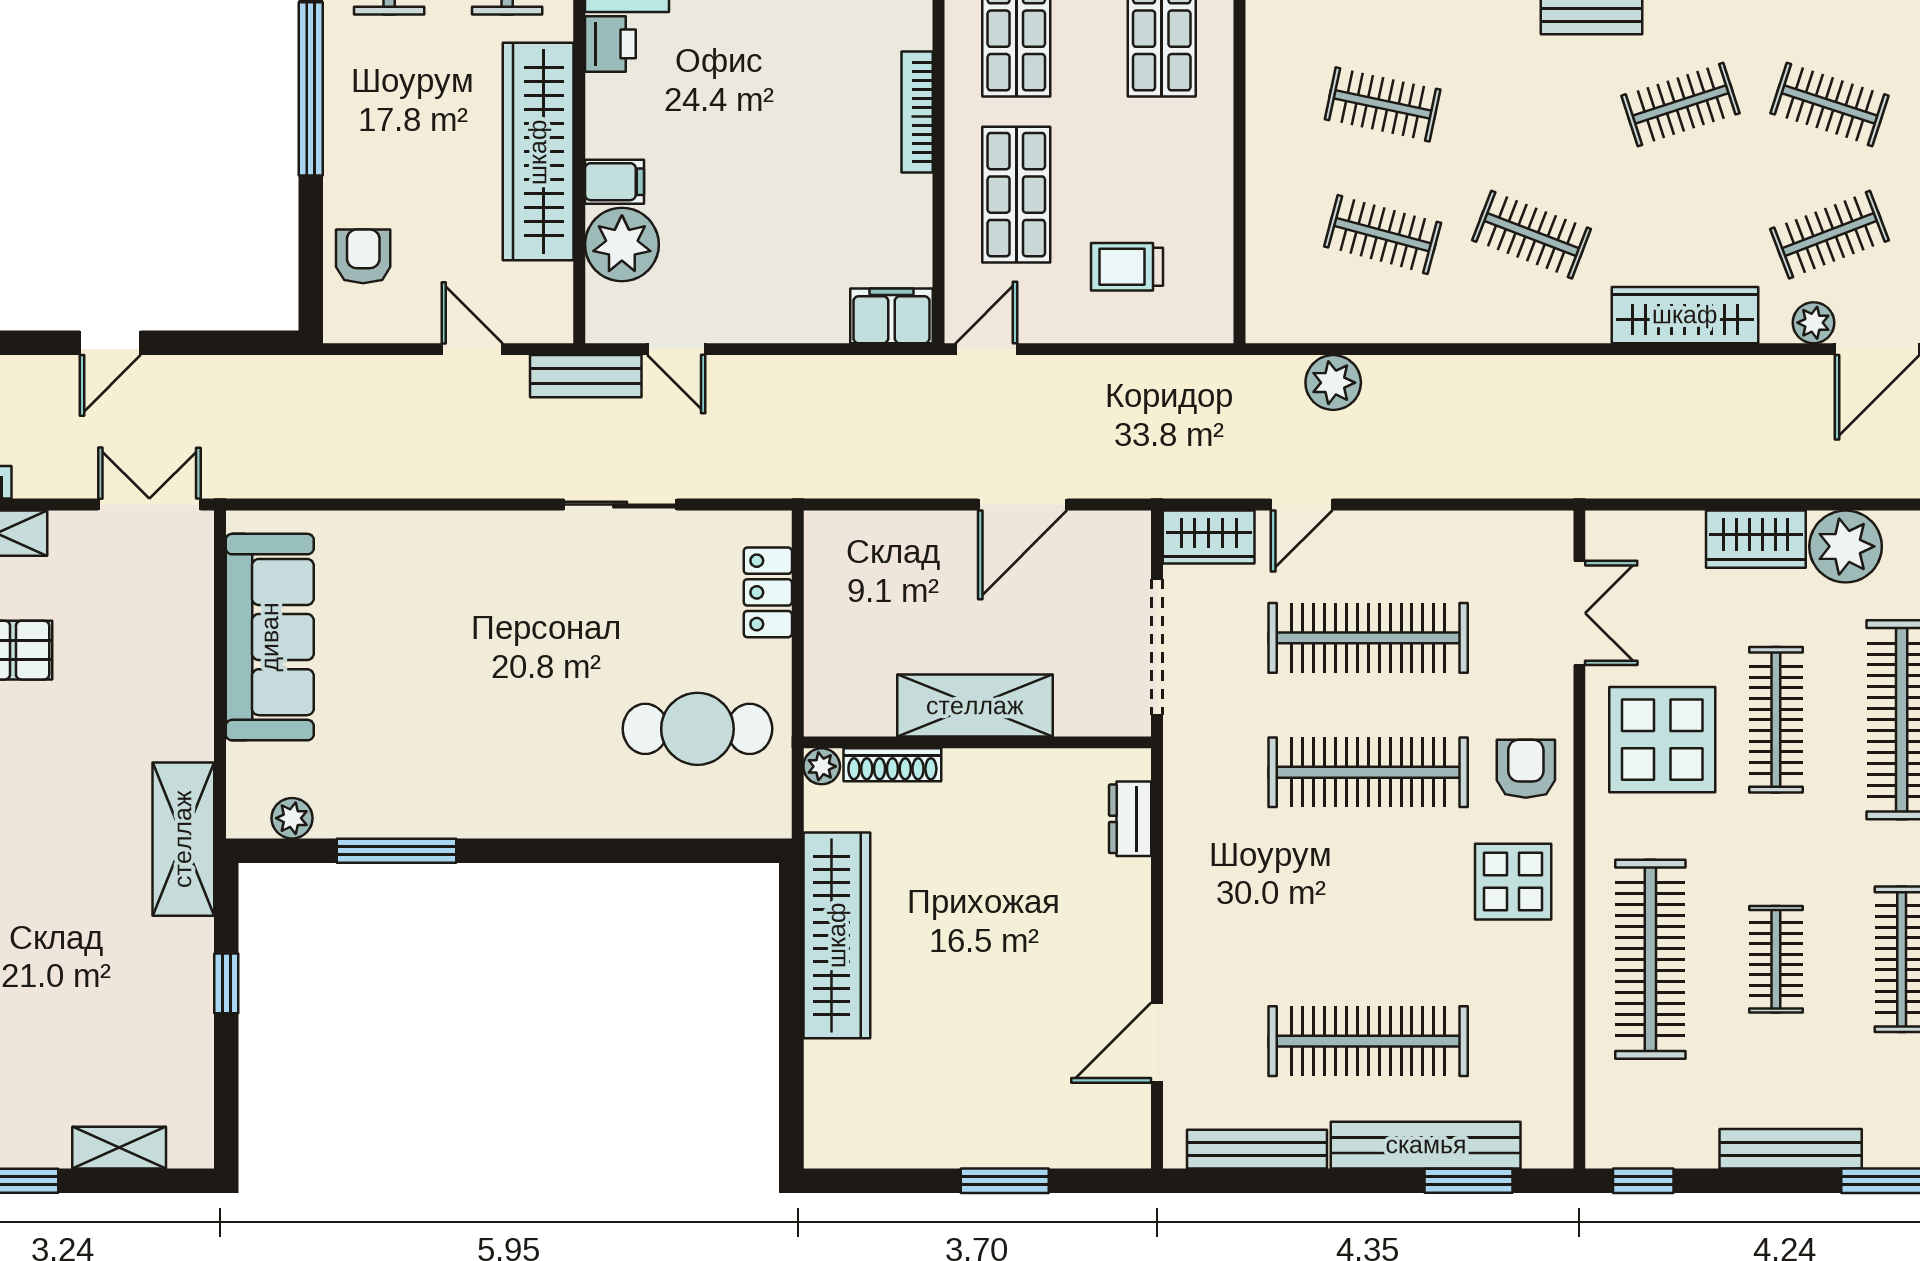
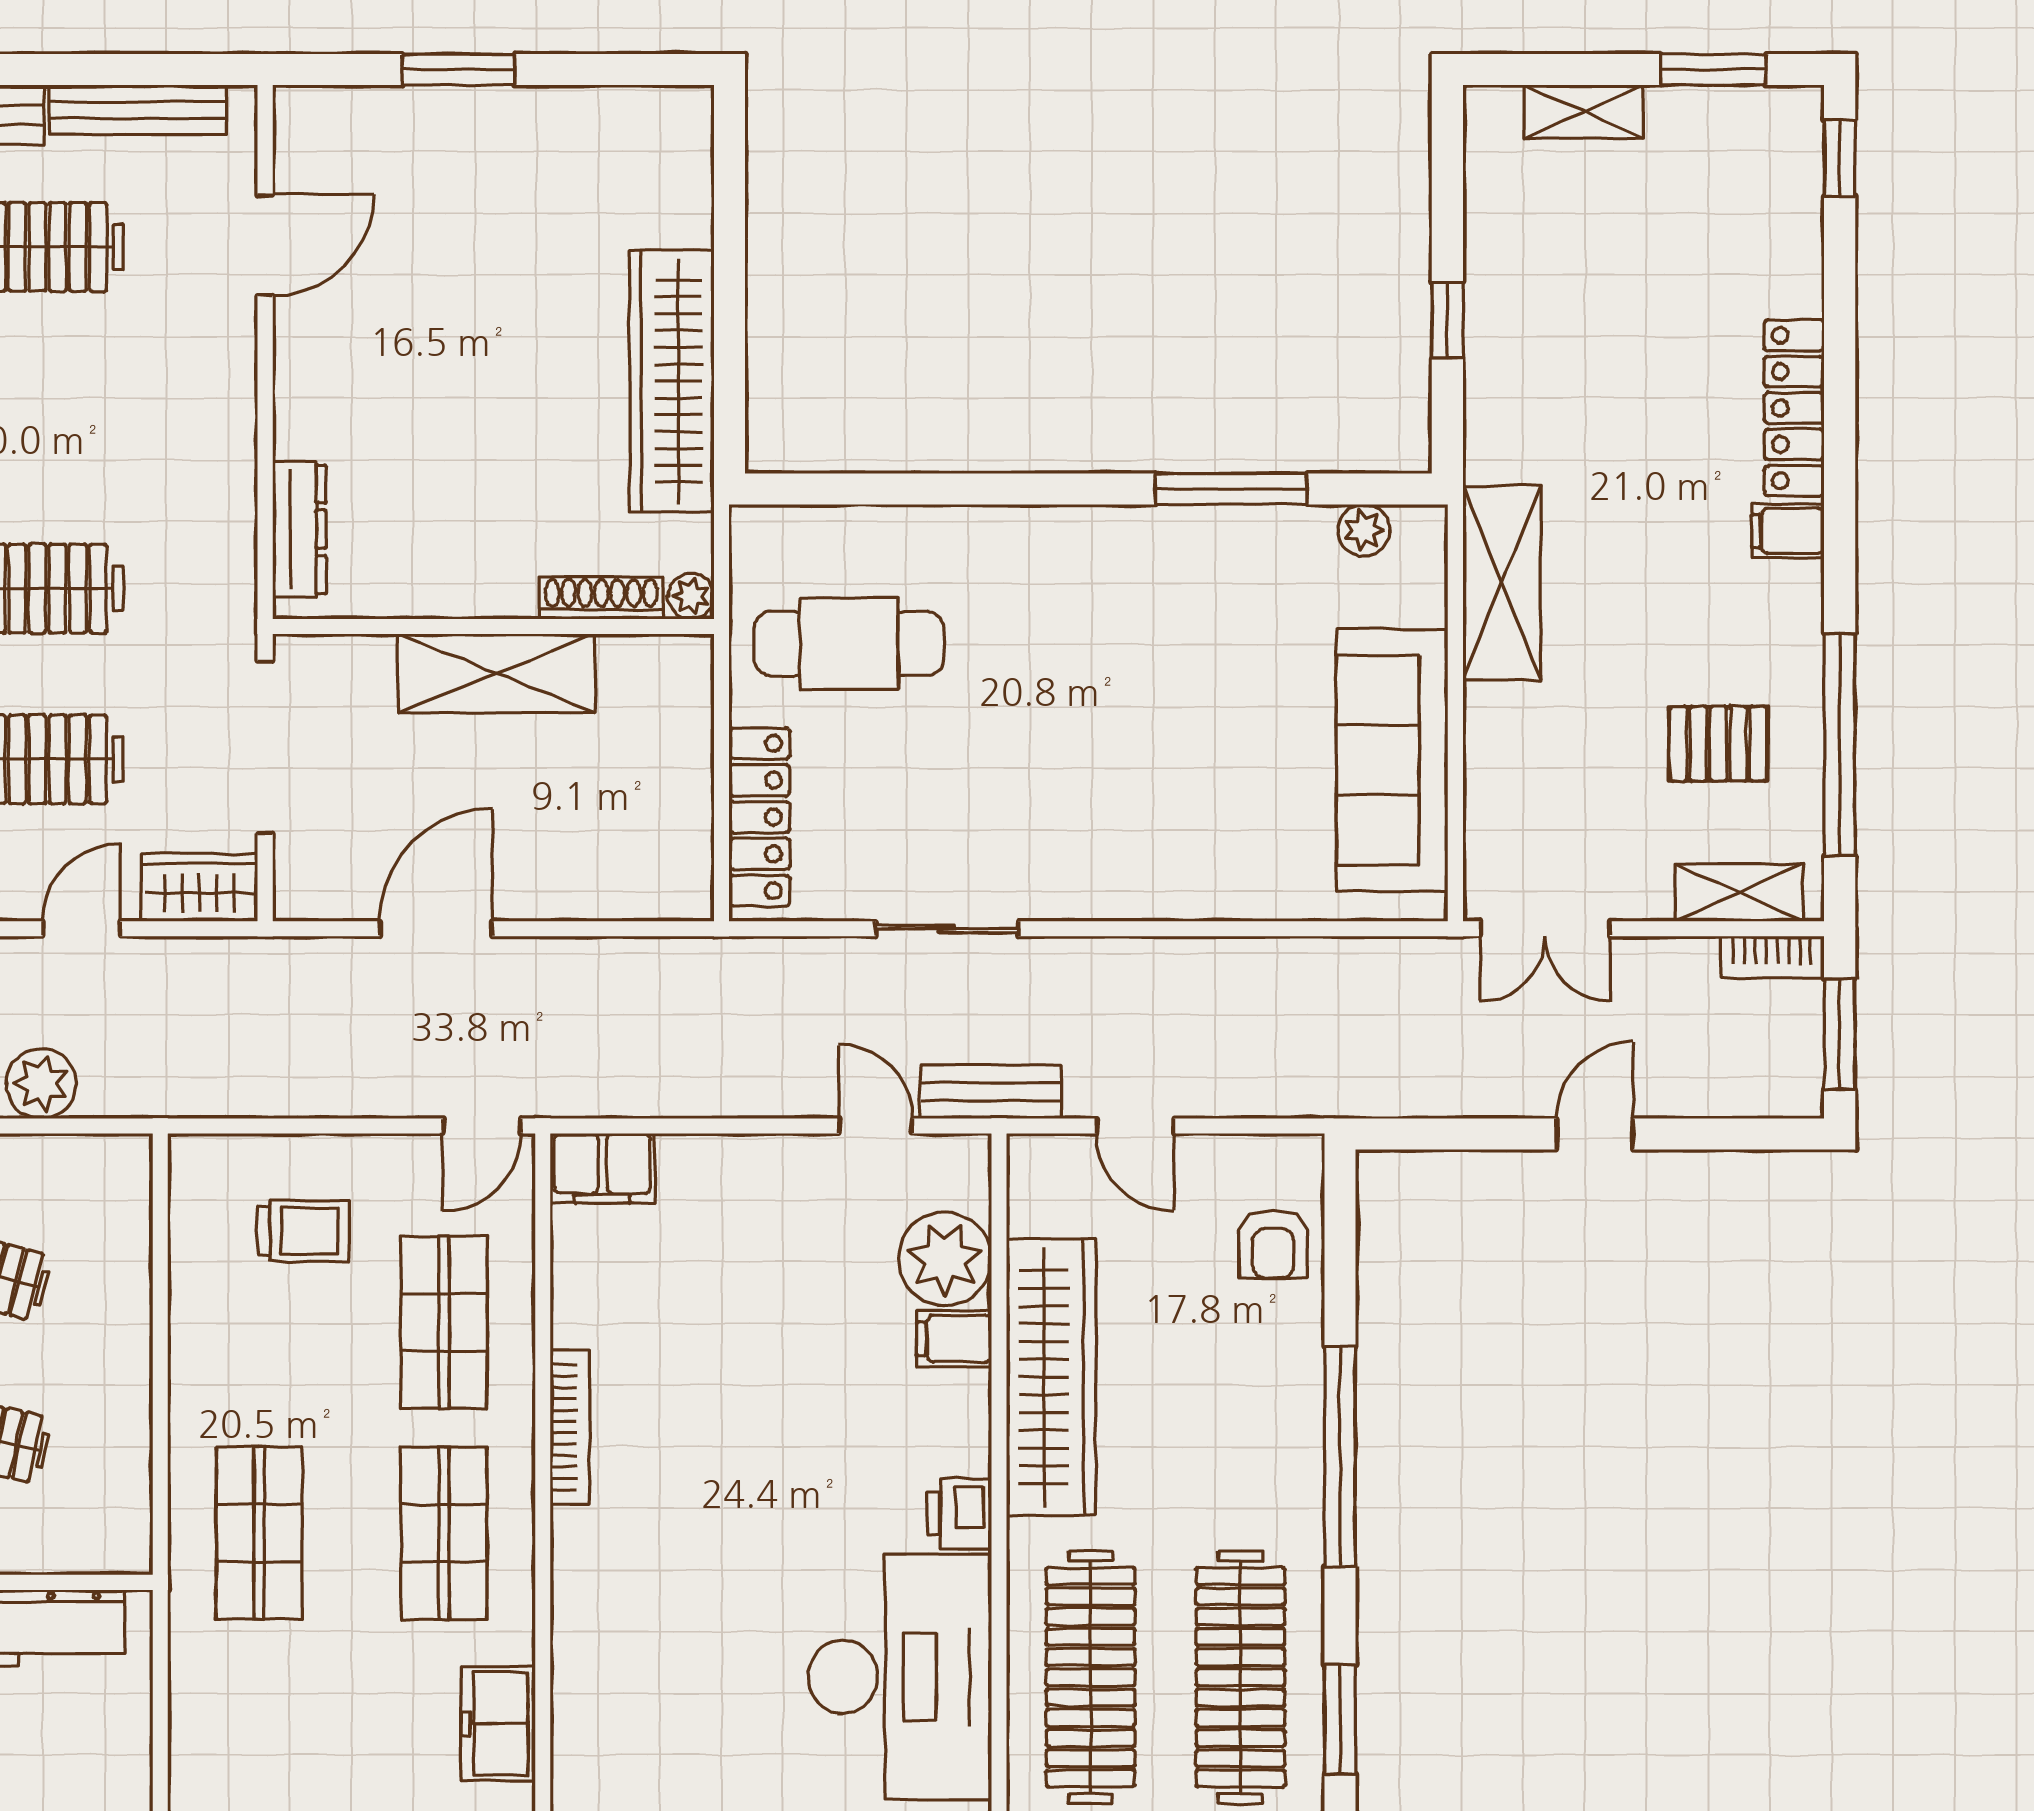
locker: (768, 592) -> (759, 817), width x1.53
dresser: (1130, 819) -> (299, 529), width x1.44
shelving: (183, 839) -> (1502, 583), moved

